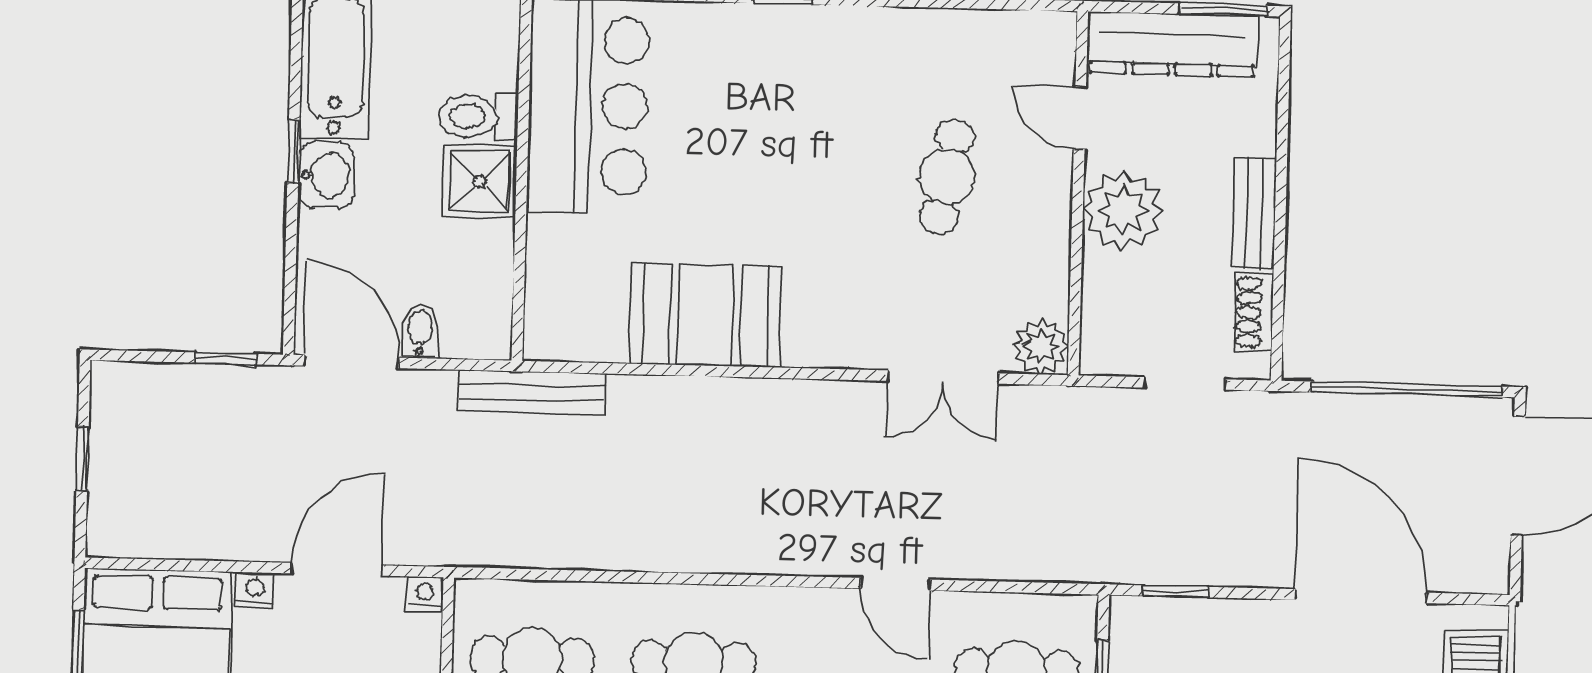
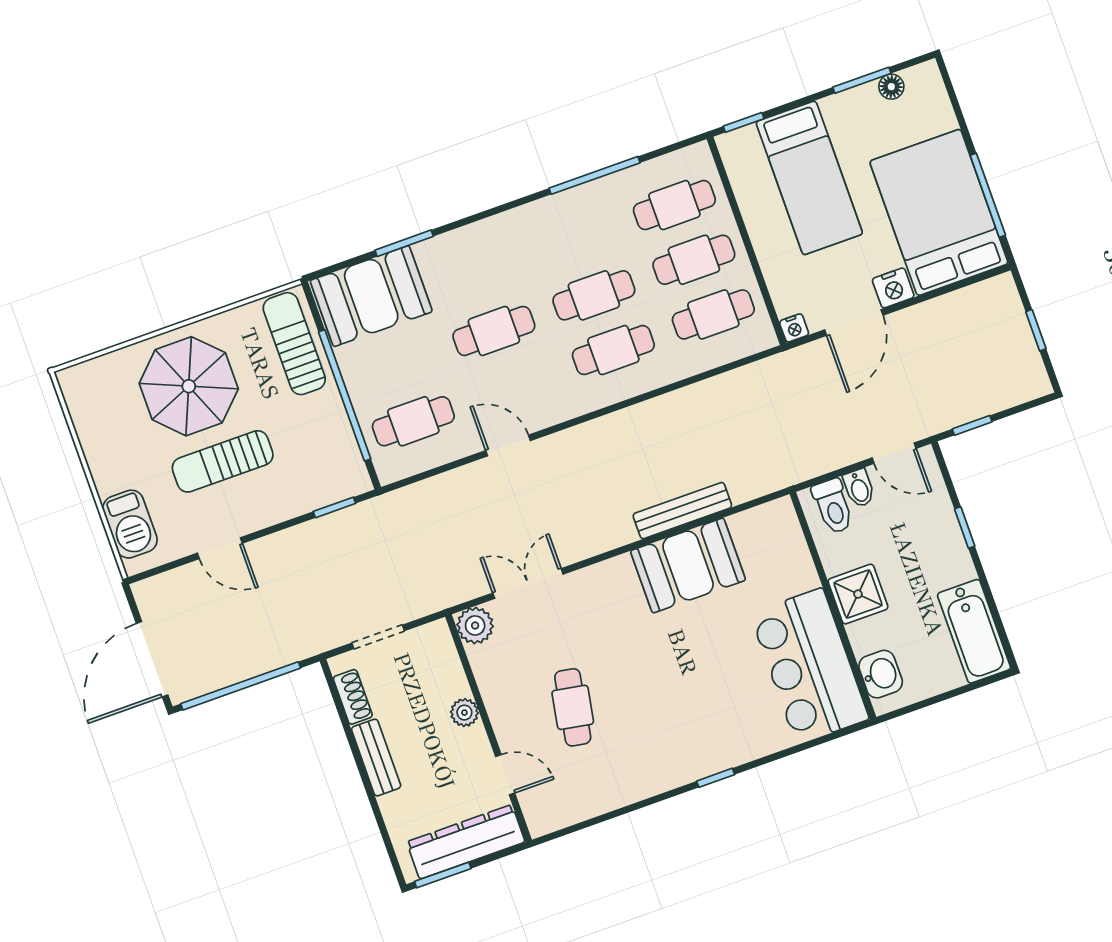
toilet: (478, 116) -> (833, 506), moved, turned 90
window: (293, 151) -> (965, 527), moved
washbasin: (326, 175) -> (881, 674), moved, turned 180
plant: (1123, 210) -> (464, 713), width x0.53, depth x0.53
door: (351, 362) -> (894, 453), width x0.73
bench: (532, 392) -> (682, 511), moved
nightstand: (255, 590) -> (893, 288), width x1.39, depth x1.35
door: (1361, 596) -> (220, 548), width x0.53

